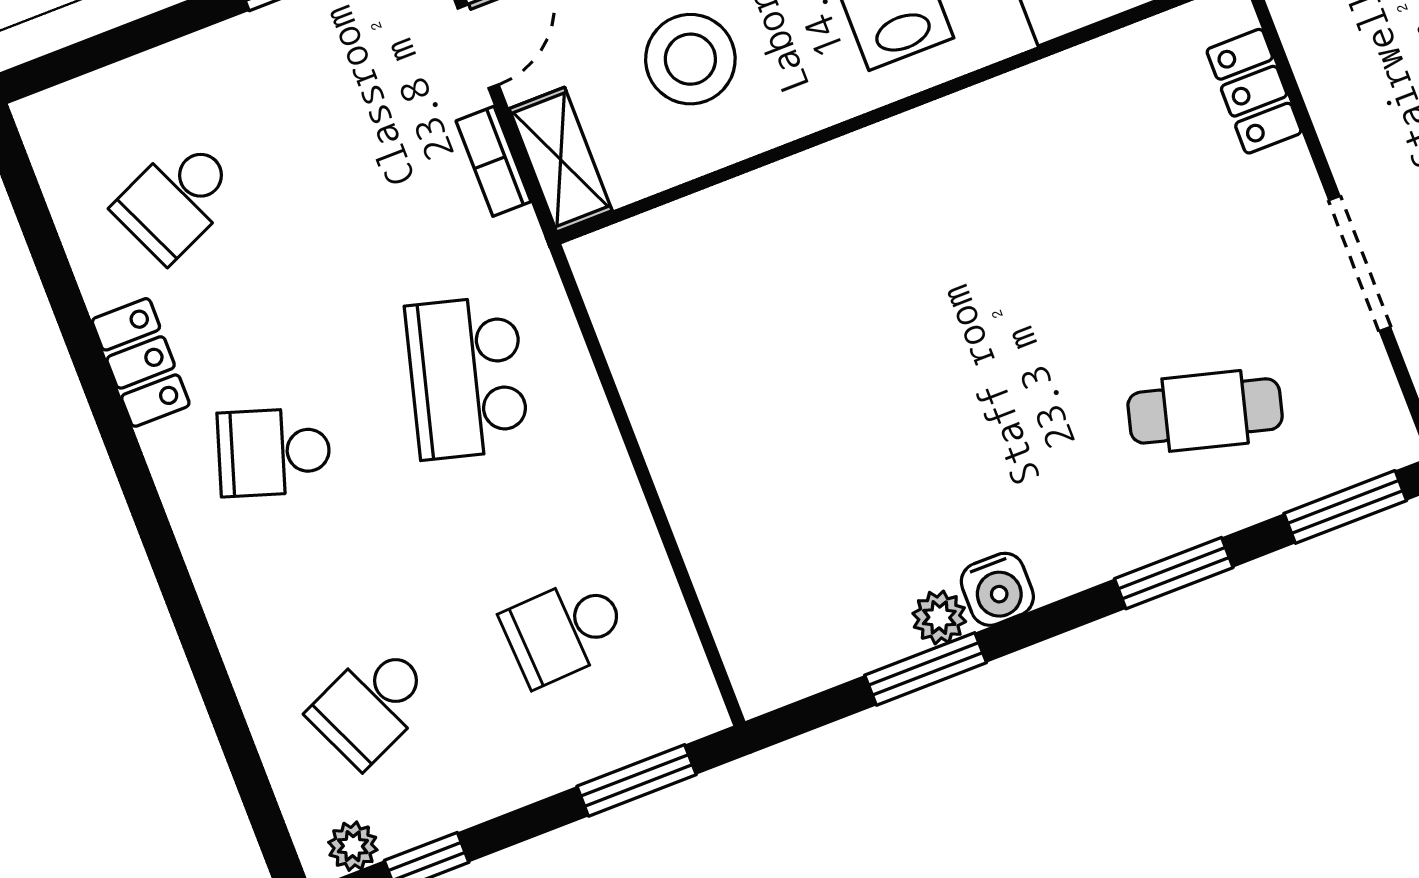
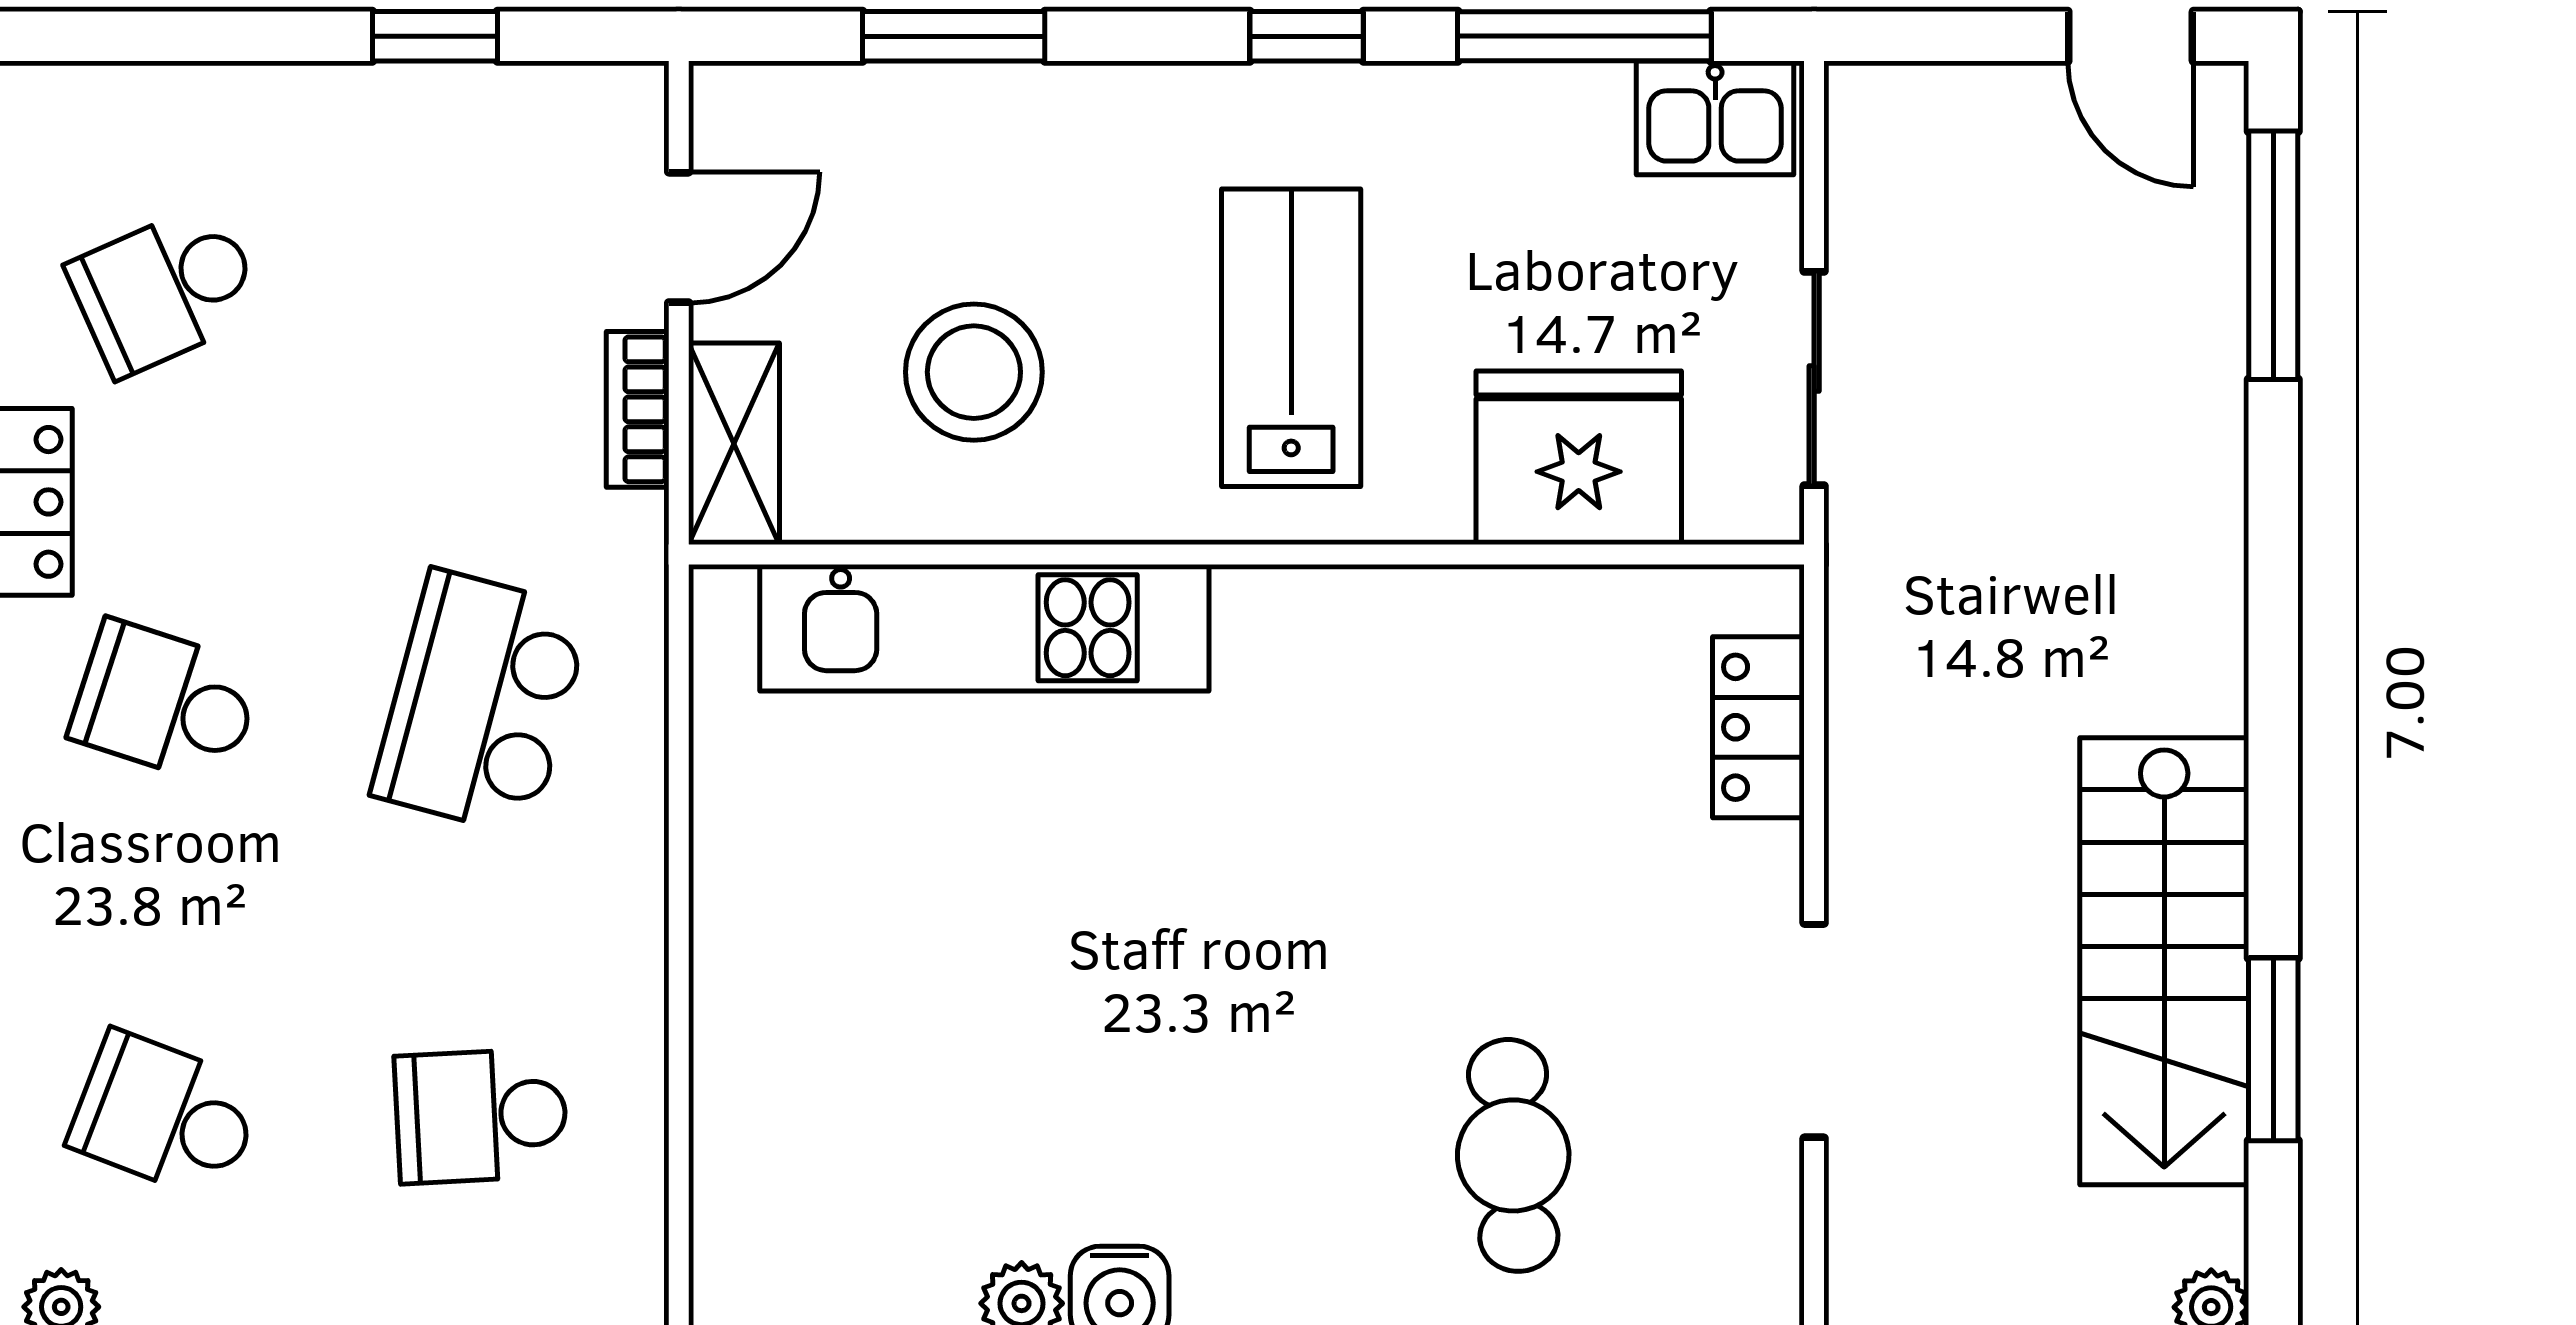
kitchen unit: (757, 213) -> (984, 628), added
cafe table: (1205, 411) -> (1513, 1155), turned 71
school desk: (372, 705) -> (165, 1116), turned 45

